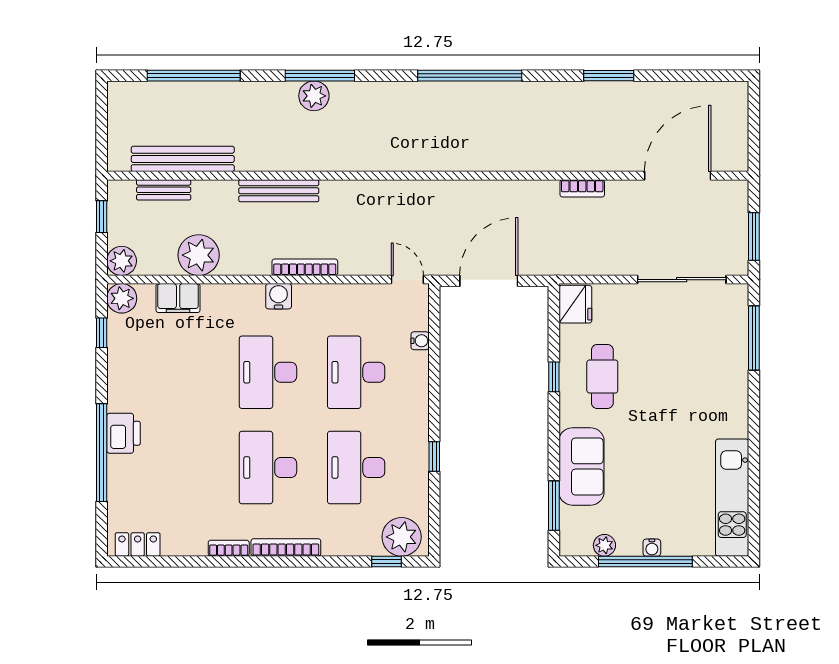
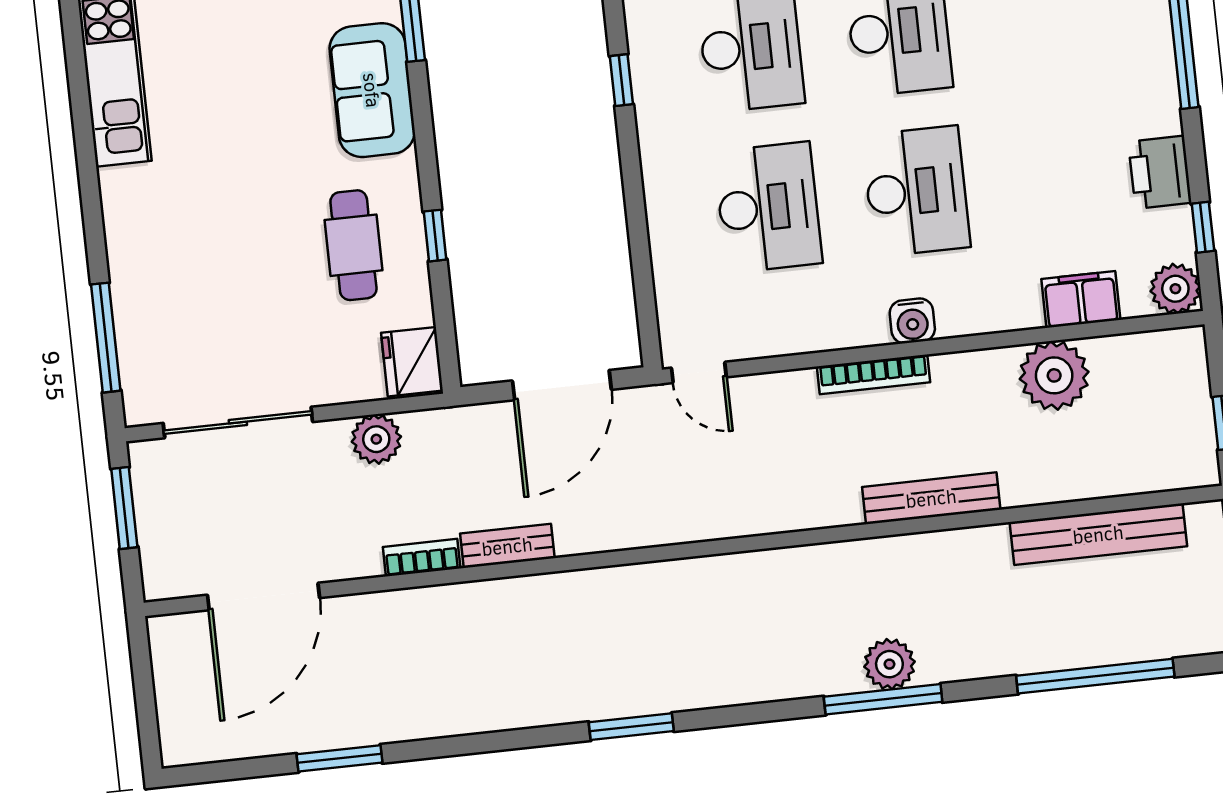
window: (470, 76) -> (631, 727), width x0.47
window: (609, 76) -> (339, 758), moved
bench: (164, 190) -> (507, 546), moved
plant: (122, 261) -> (376, 439), moved
water cooler: (420, 341) -> (666, 272), removed
printer: (123, 433) -> (1160, 172), moved

